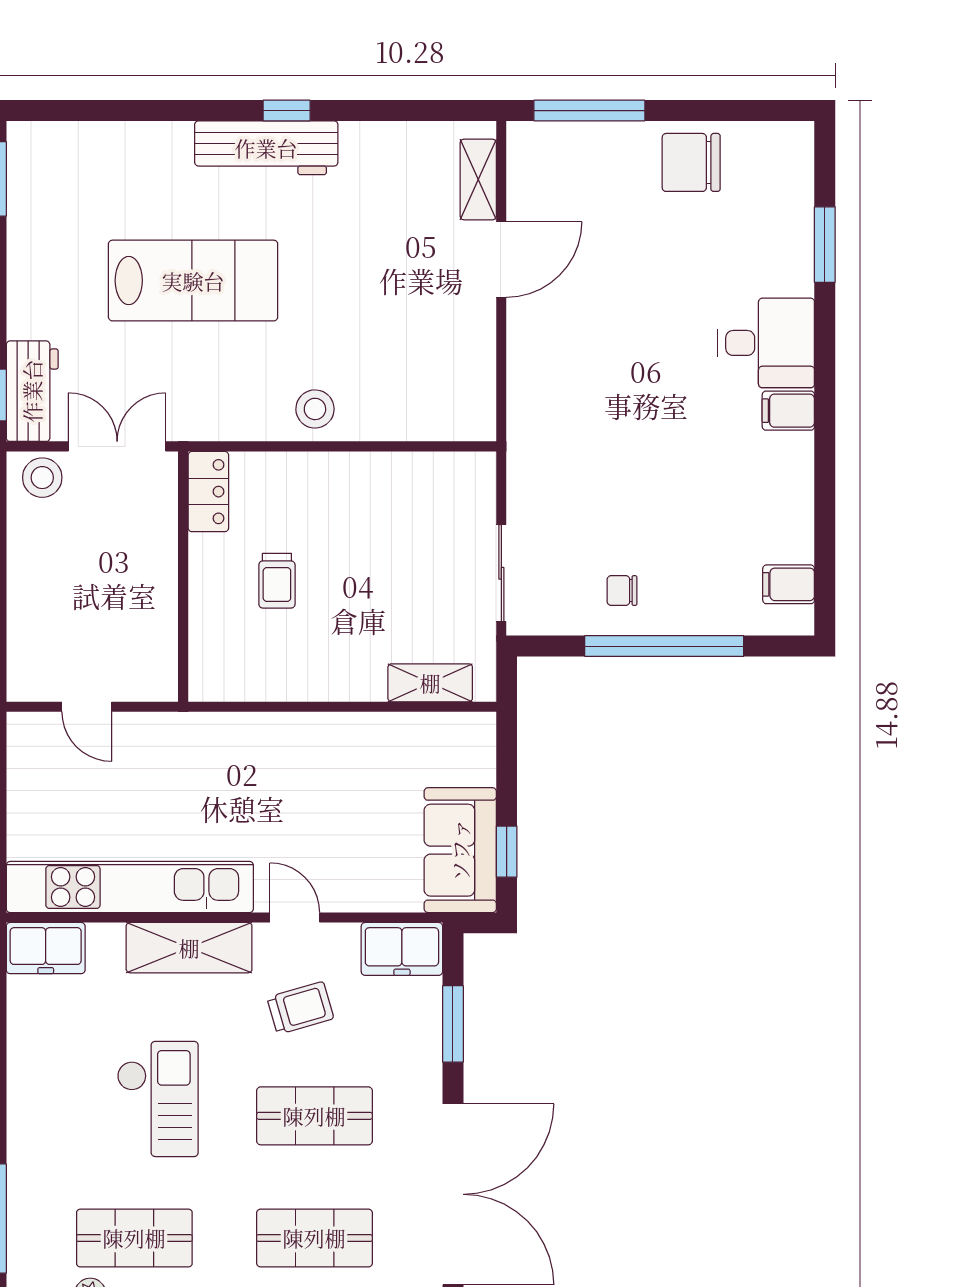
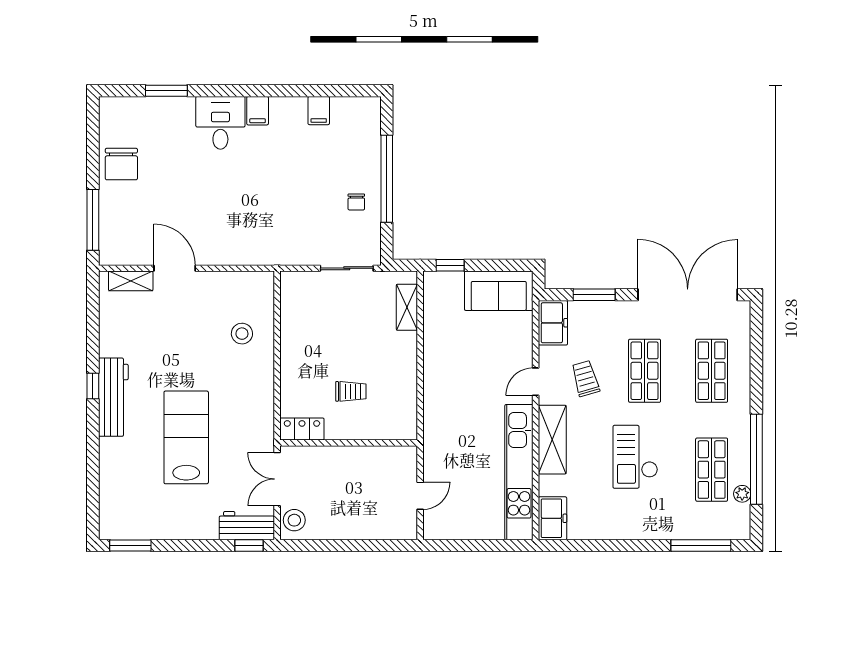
stool: (315, 409) -> (242, 334), moved
filing cabinet: (789, 584) -> (319, 111), moved
window: (507, 852) -> (450, 265), moved
checkout: (158, 1099) -> (635, 457), turned -90

